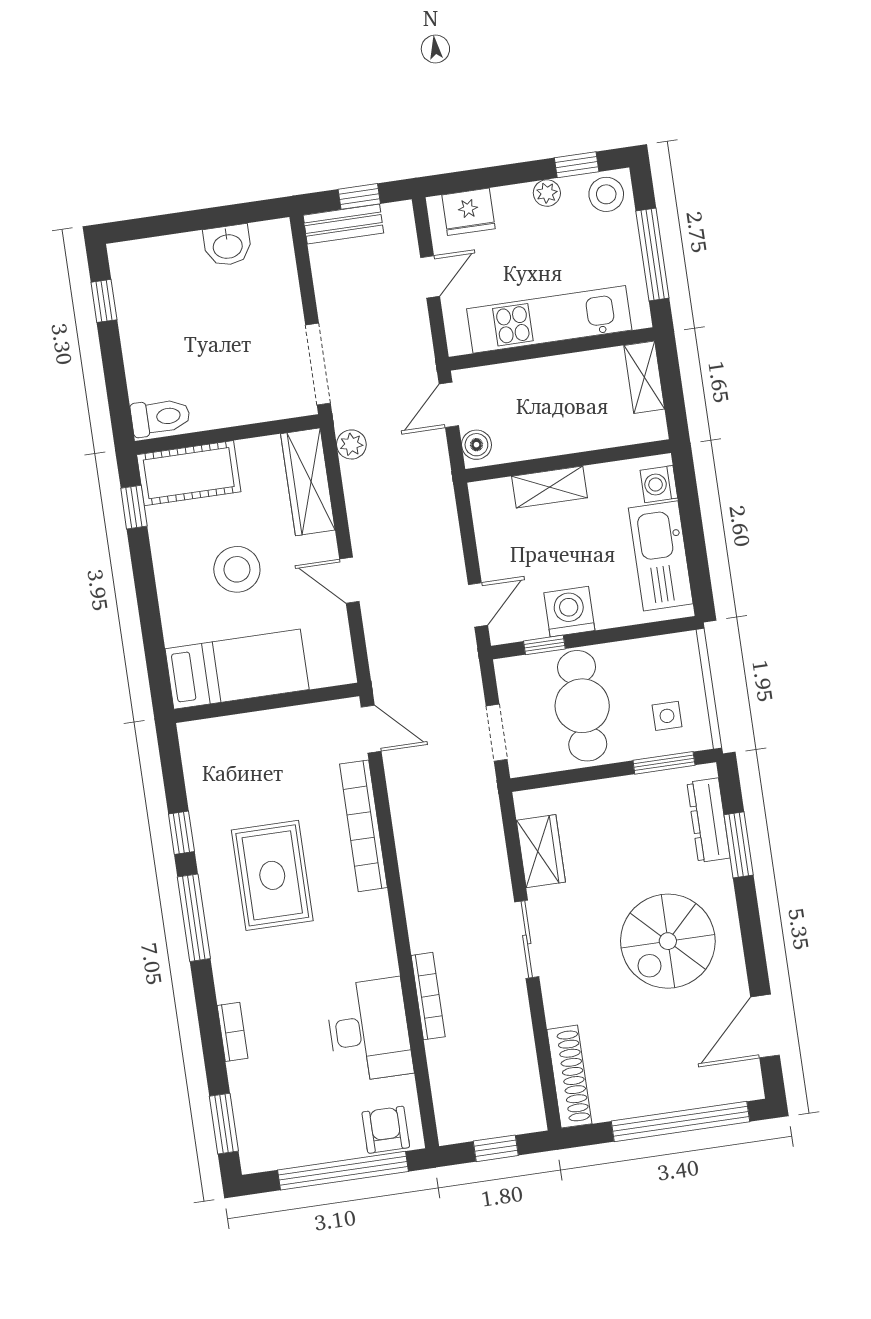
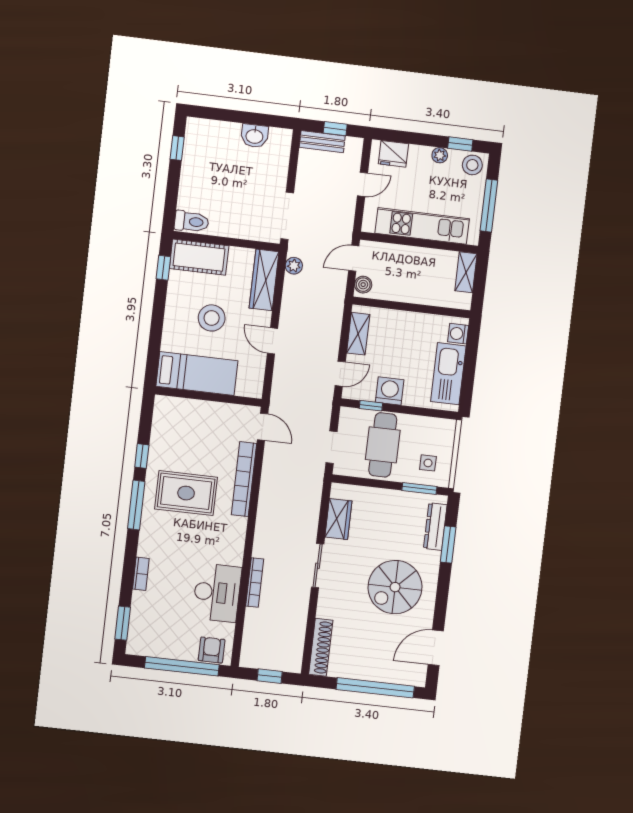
shelving: (550, 487) -> (358, 334), moved, turned 90
rug: (272, 875) -> (186, 493), turned 90

